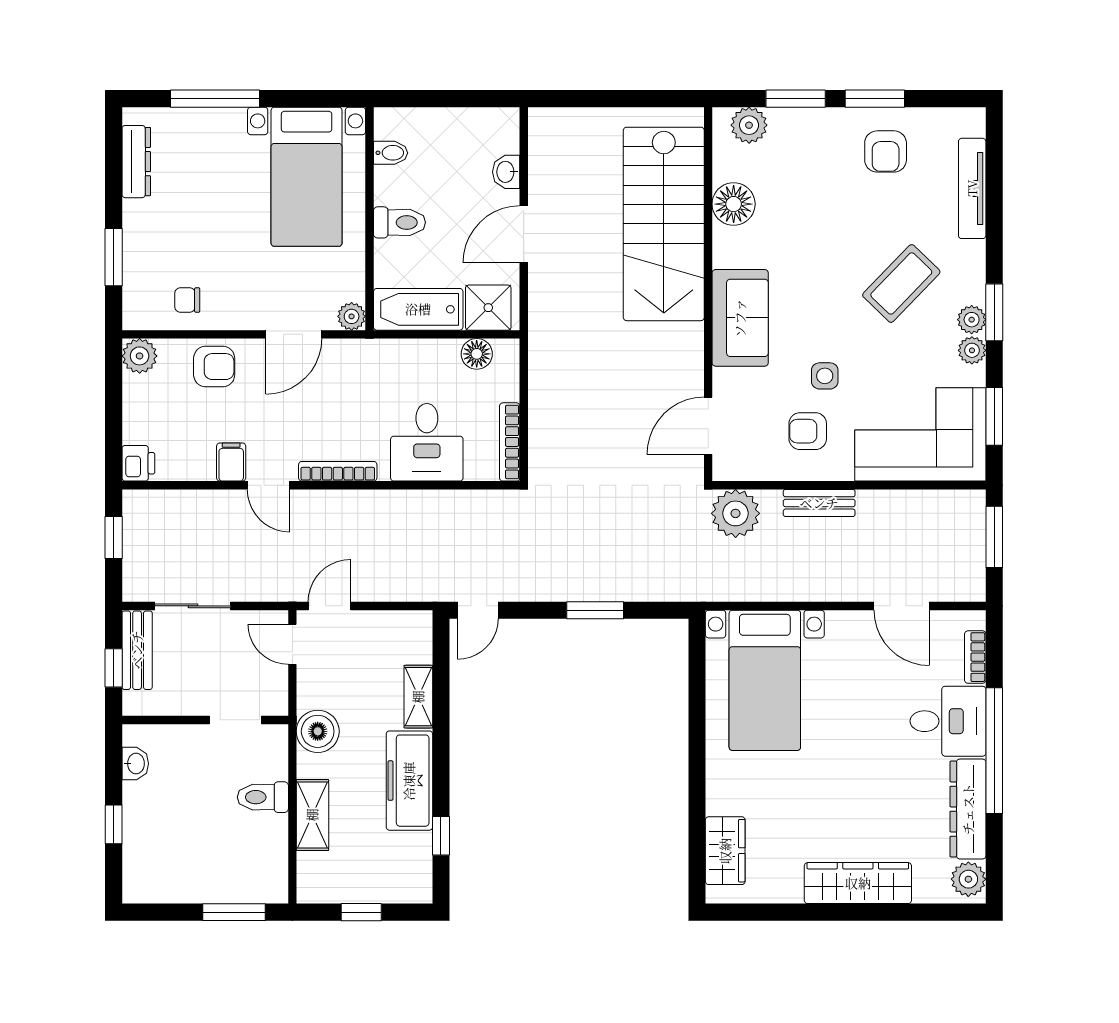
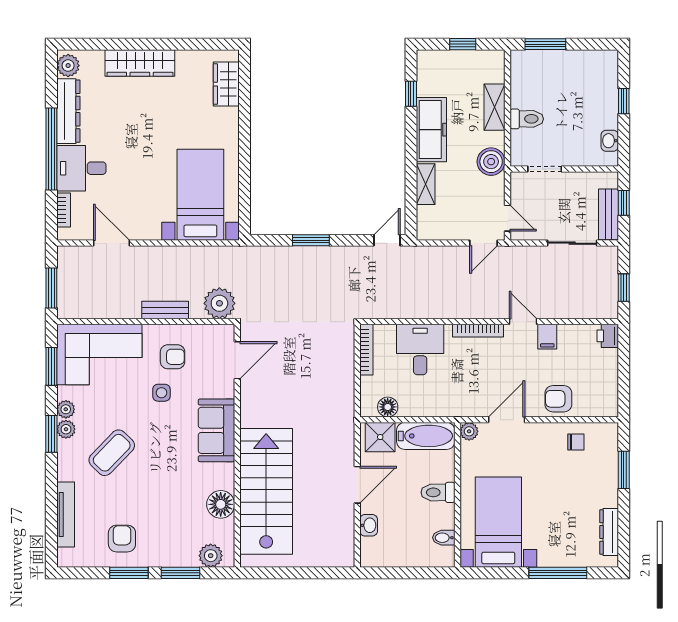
plant: (140, 356) -> (607, 406), removed

